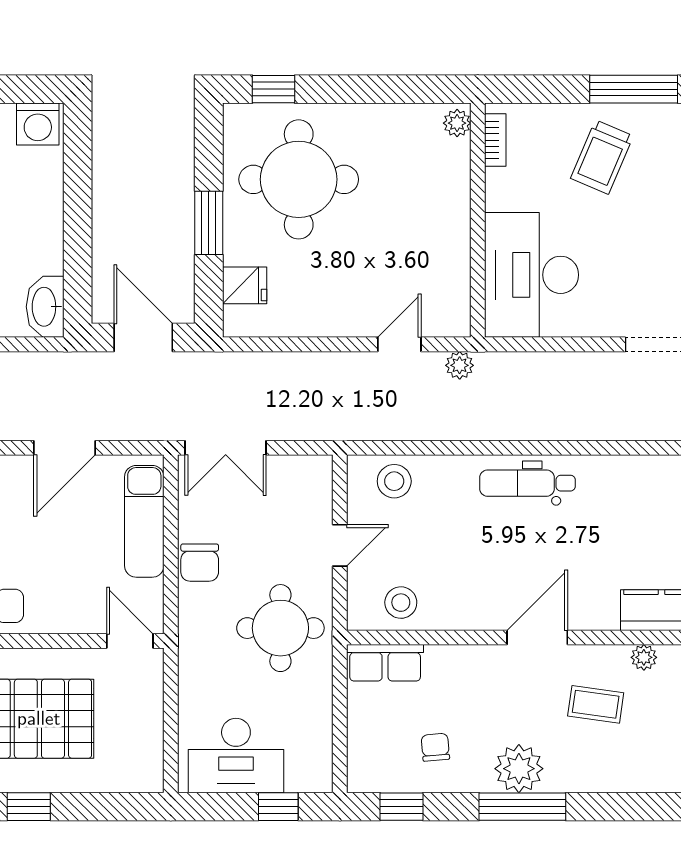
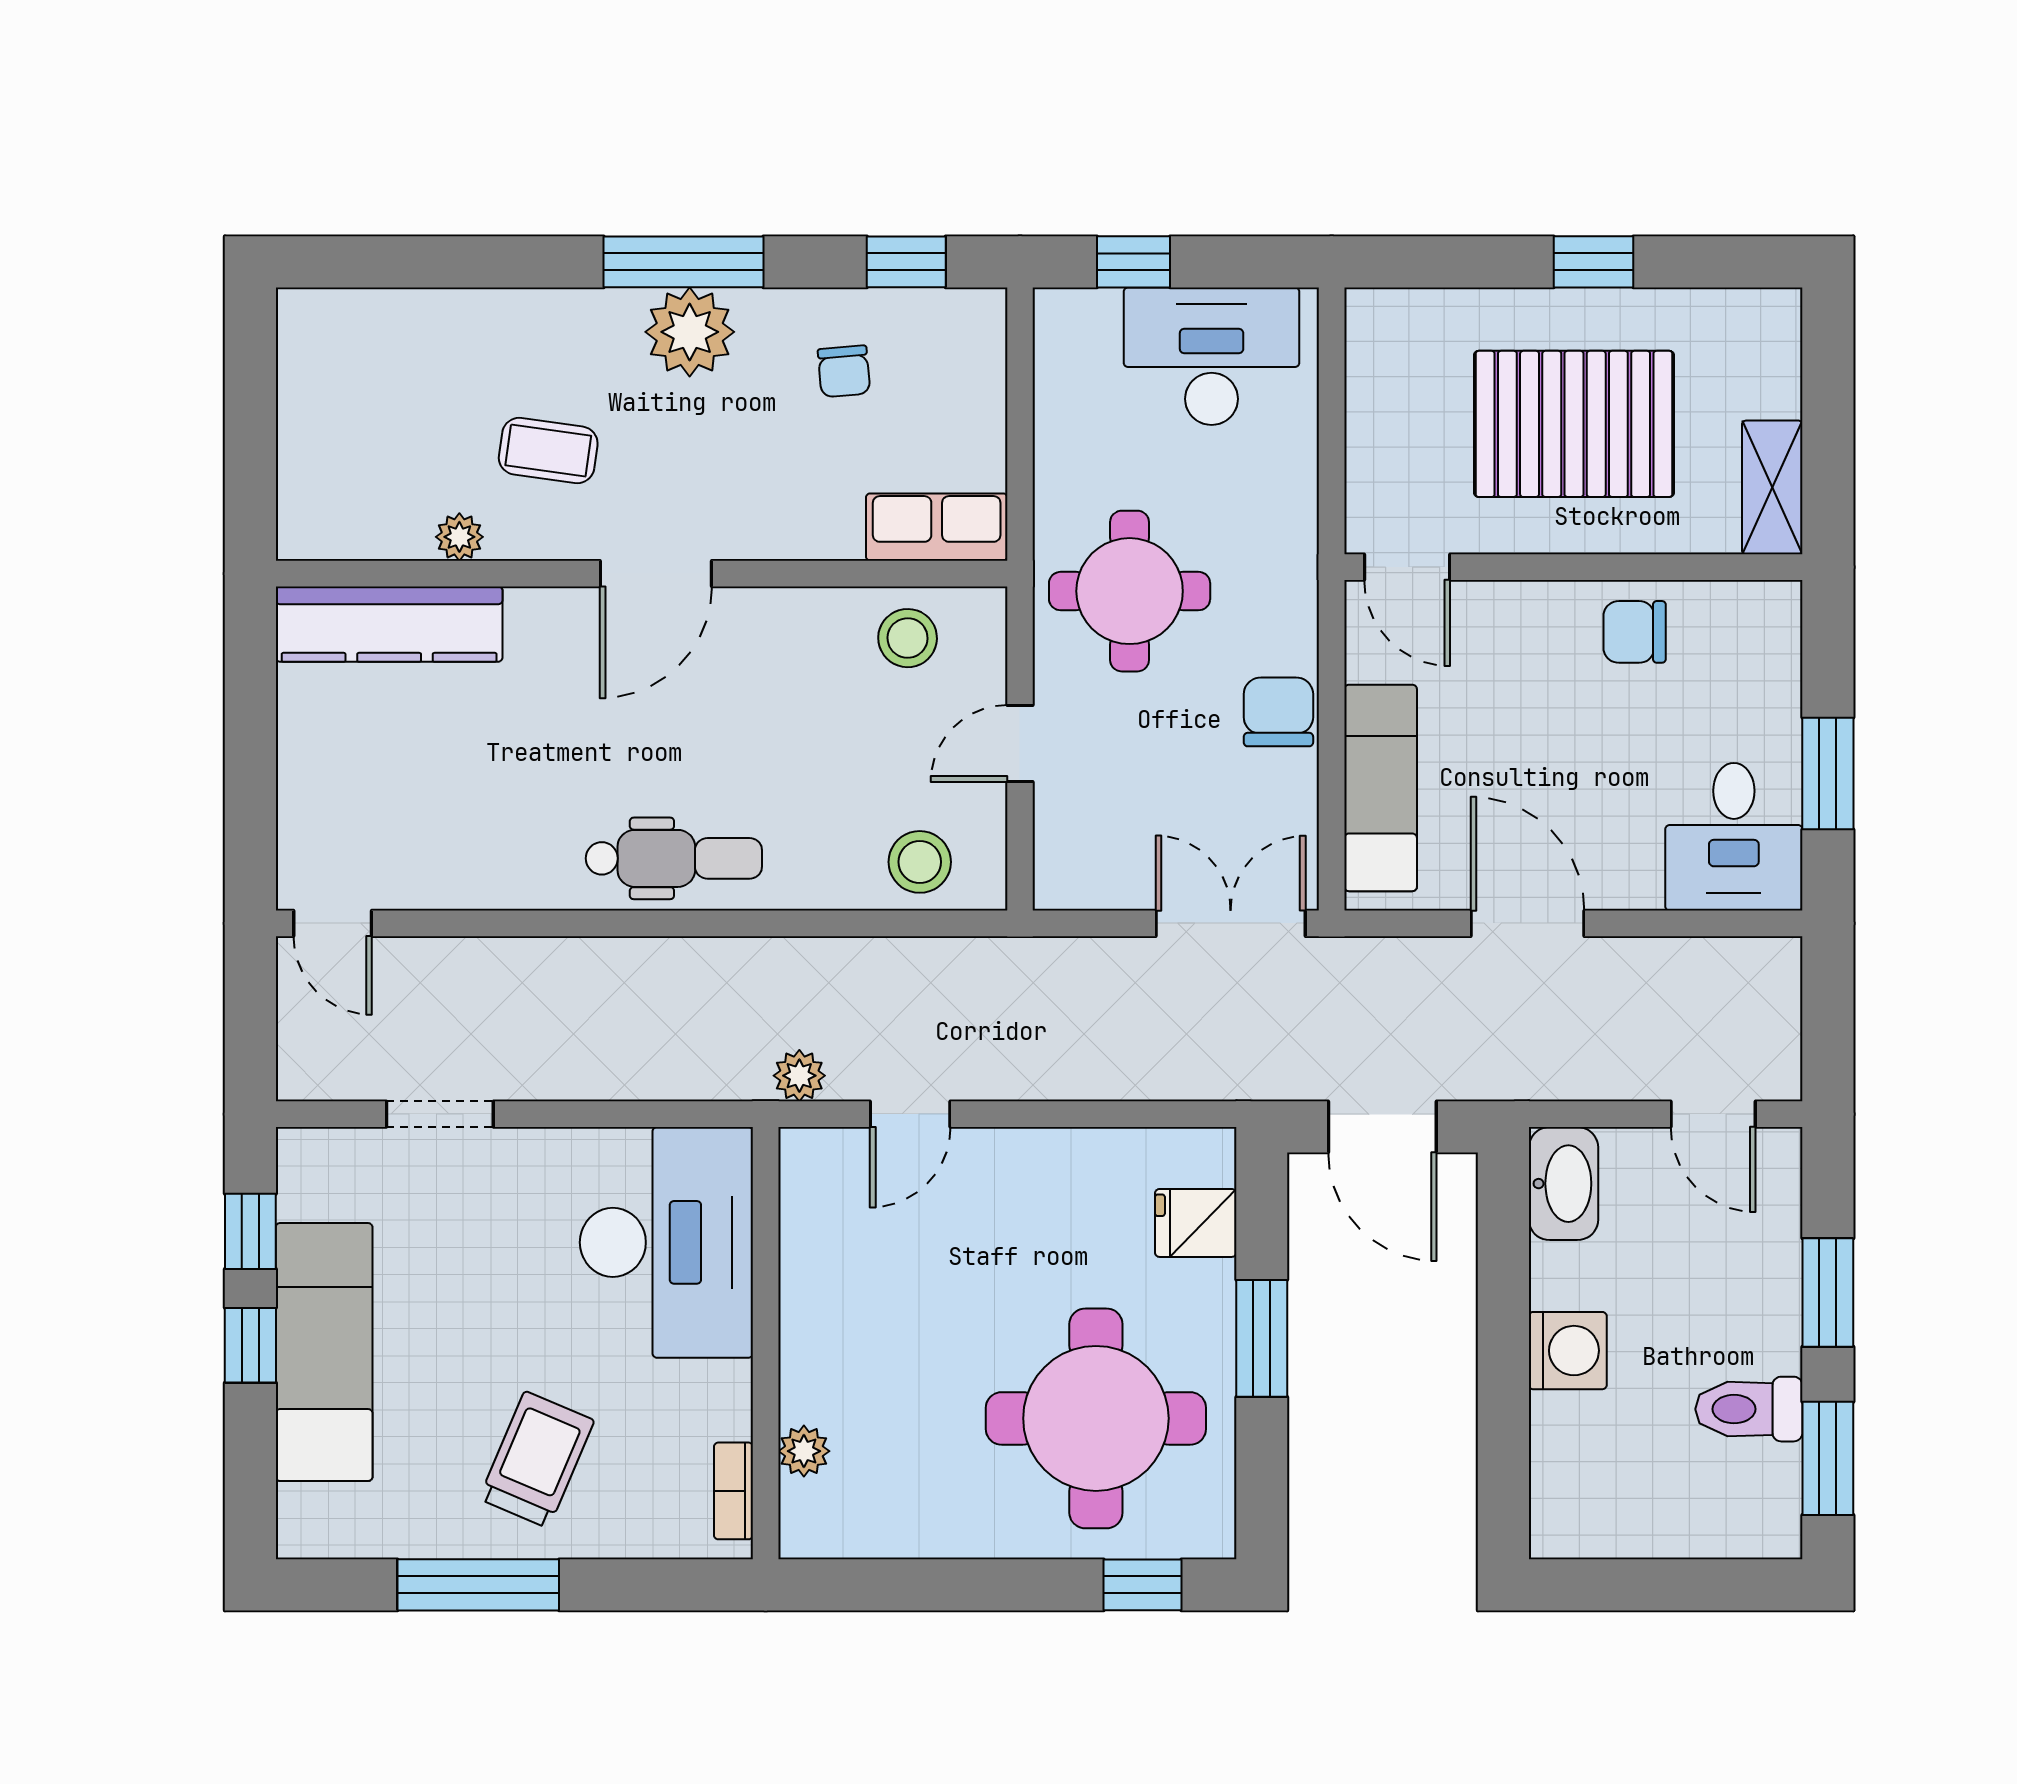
plant: (457, 123) -> (804, 1451), moved
washing machine: (38, 124) -> (1568, 1351), moved, turned 90
door: (65, 448) -> (1528, 923), hinge flipped

